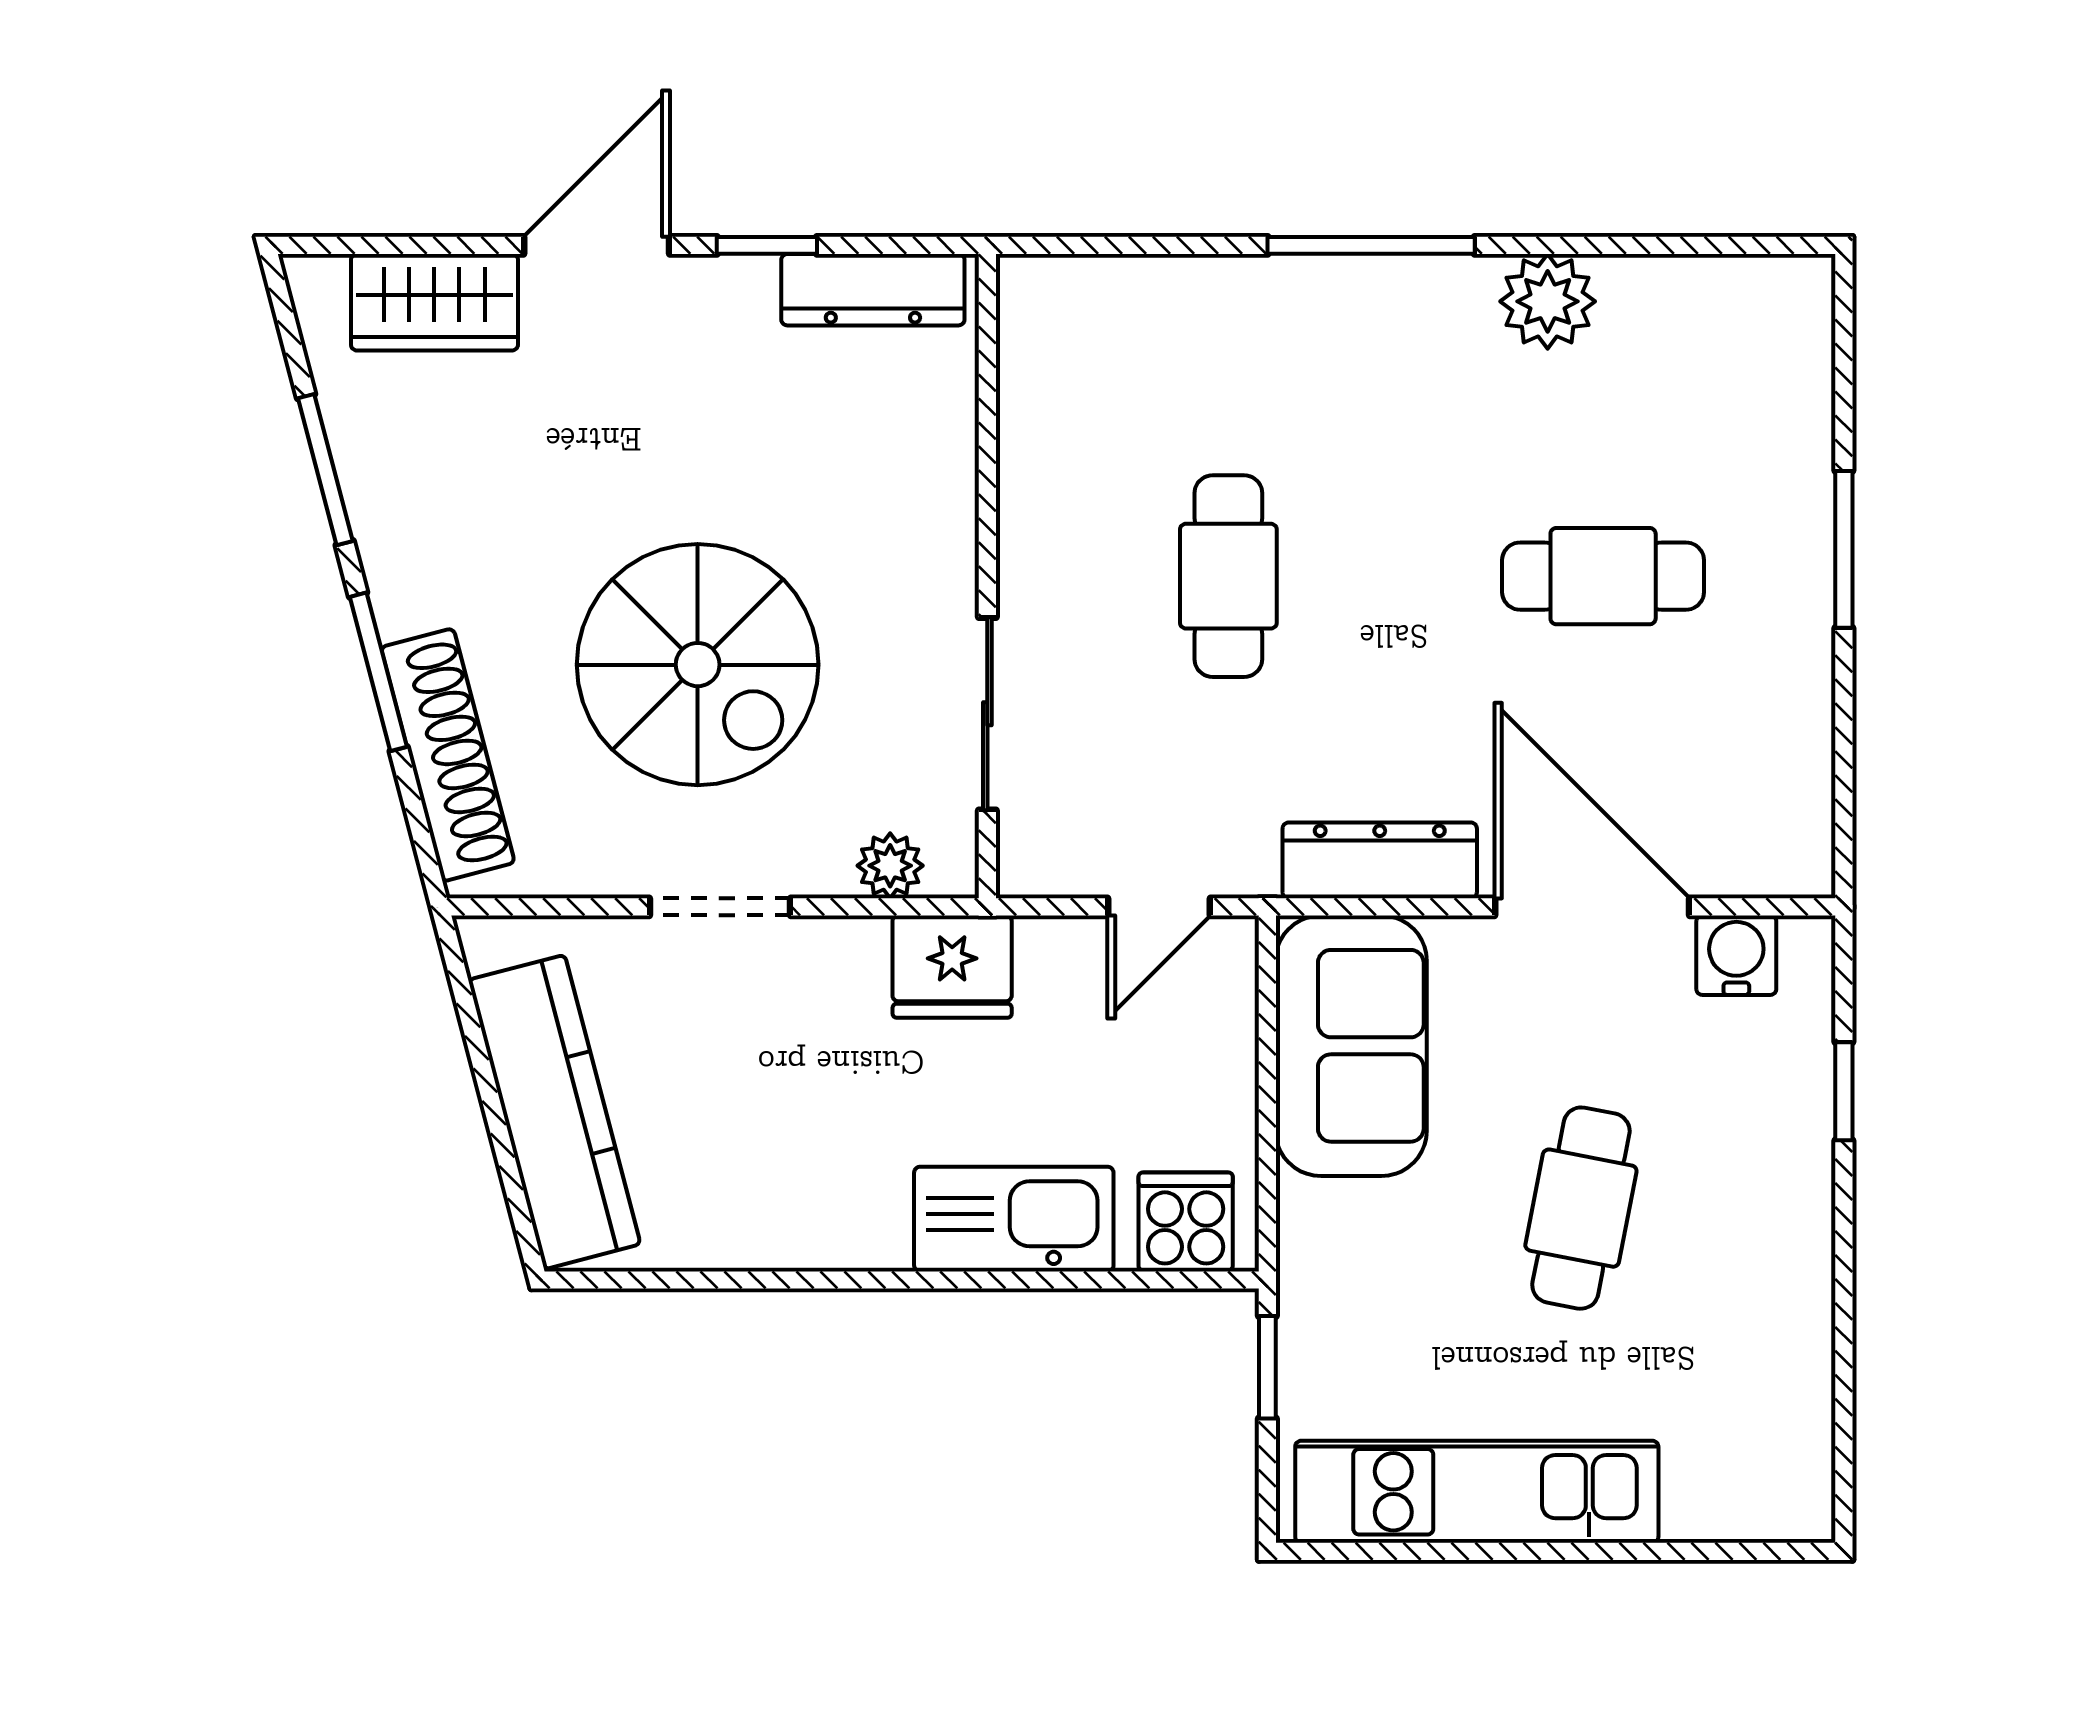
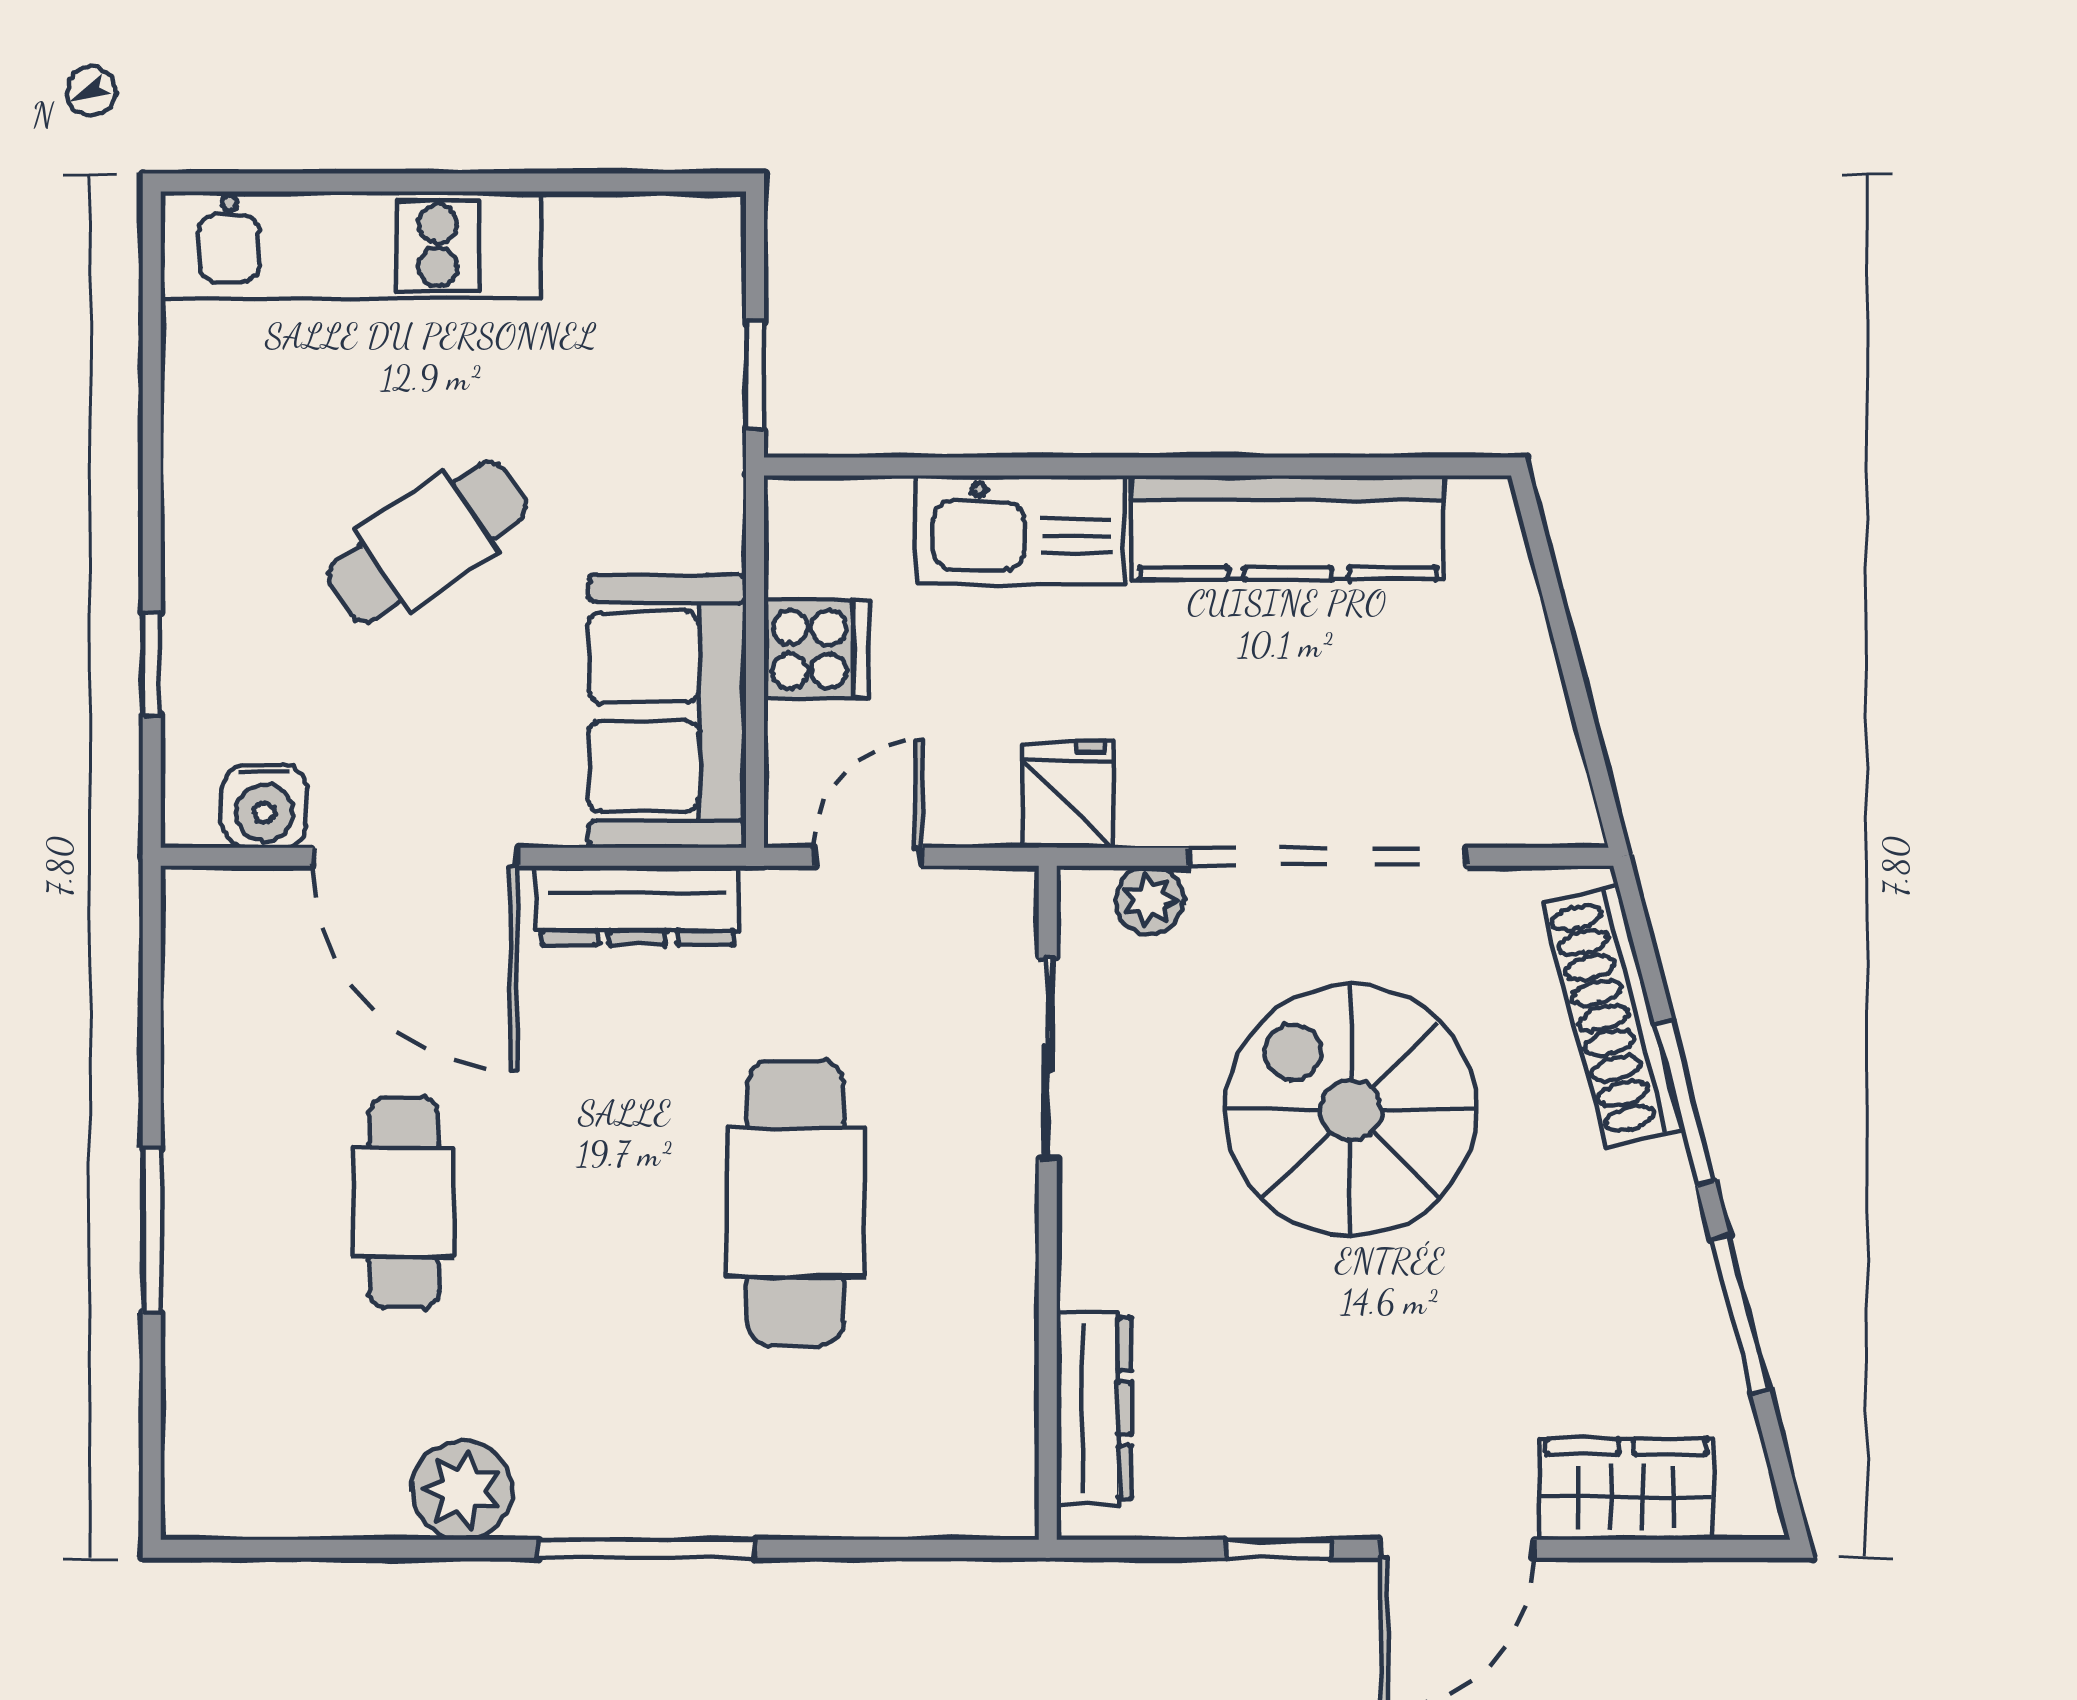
dresser: (873, 290) -> (1094, 1408), moved, turned 90
cafe table: (1228, 576) -> (796, 1203), width x1.37, depth x1.35
cafe table: (1603, 576) -> (404, 1203), turned 90
doorway: (720, 907) -> (1328, 857), width x1.87
fridge: (952, 967) -> (1067, 794), width x0.72
kitchen counter: (554, 1112) -> (1288, 528), moved, turned -75
cafe table: (1581, 1208) -> (427, 542), turned 45
cooker: (1186, 1222) -> (816, 649), moved, turned -90
kitchen unit: (1477, 1492) -> (351, 245), moved

